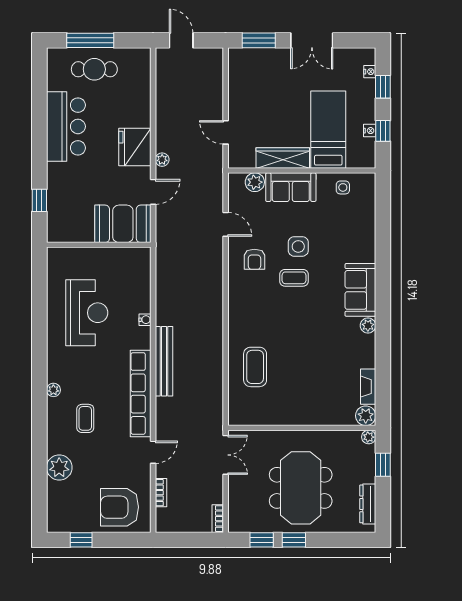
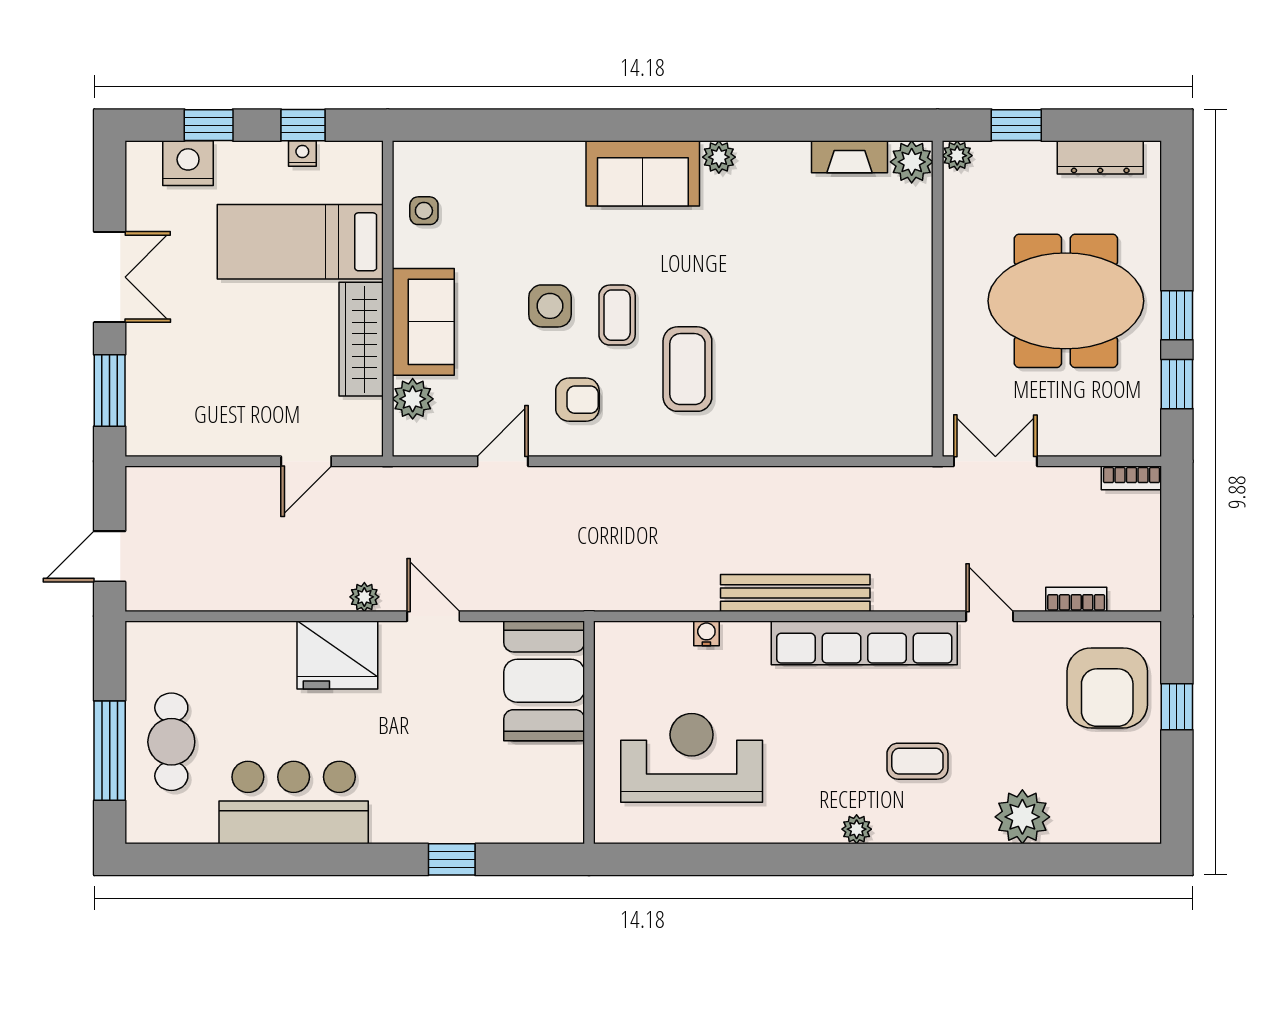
nightstand: (370, 72) -> (188, 163), width x1.89, depth x1.79
booth: (123, 224) -> (544, 681), moved
wall: (99, 245) -> (589, 732), moved
coffee table: (255, 367) -> (687, 369), moved, turned 90
window: (81, 540) -> (1177, 707), moved

